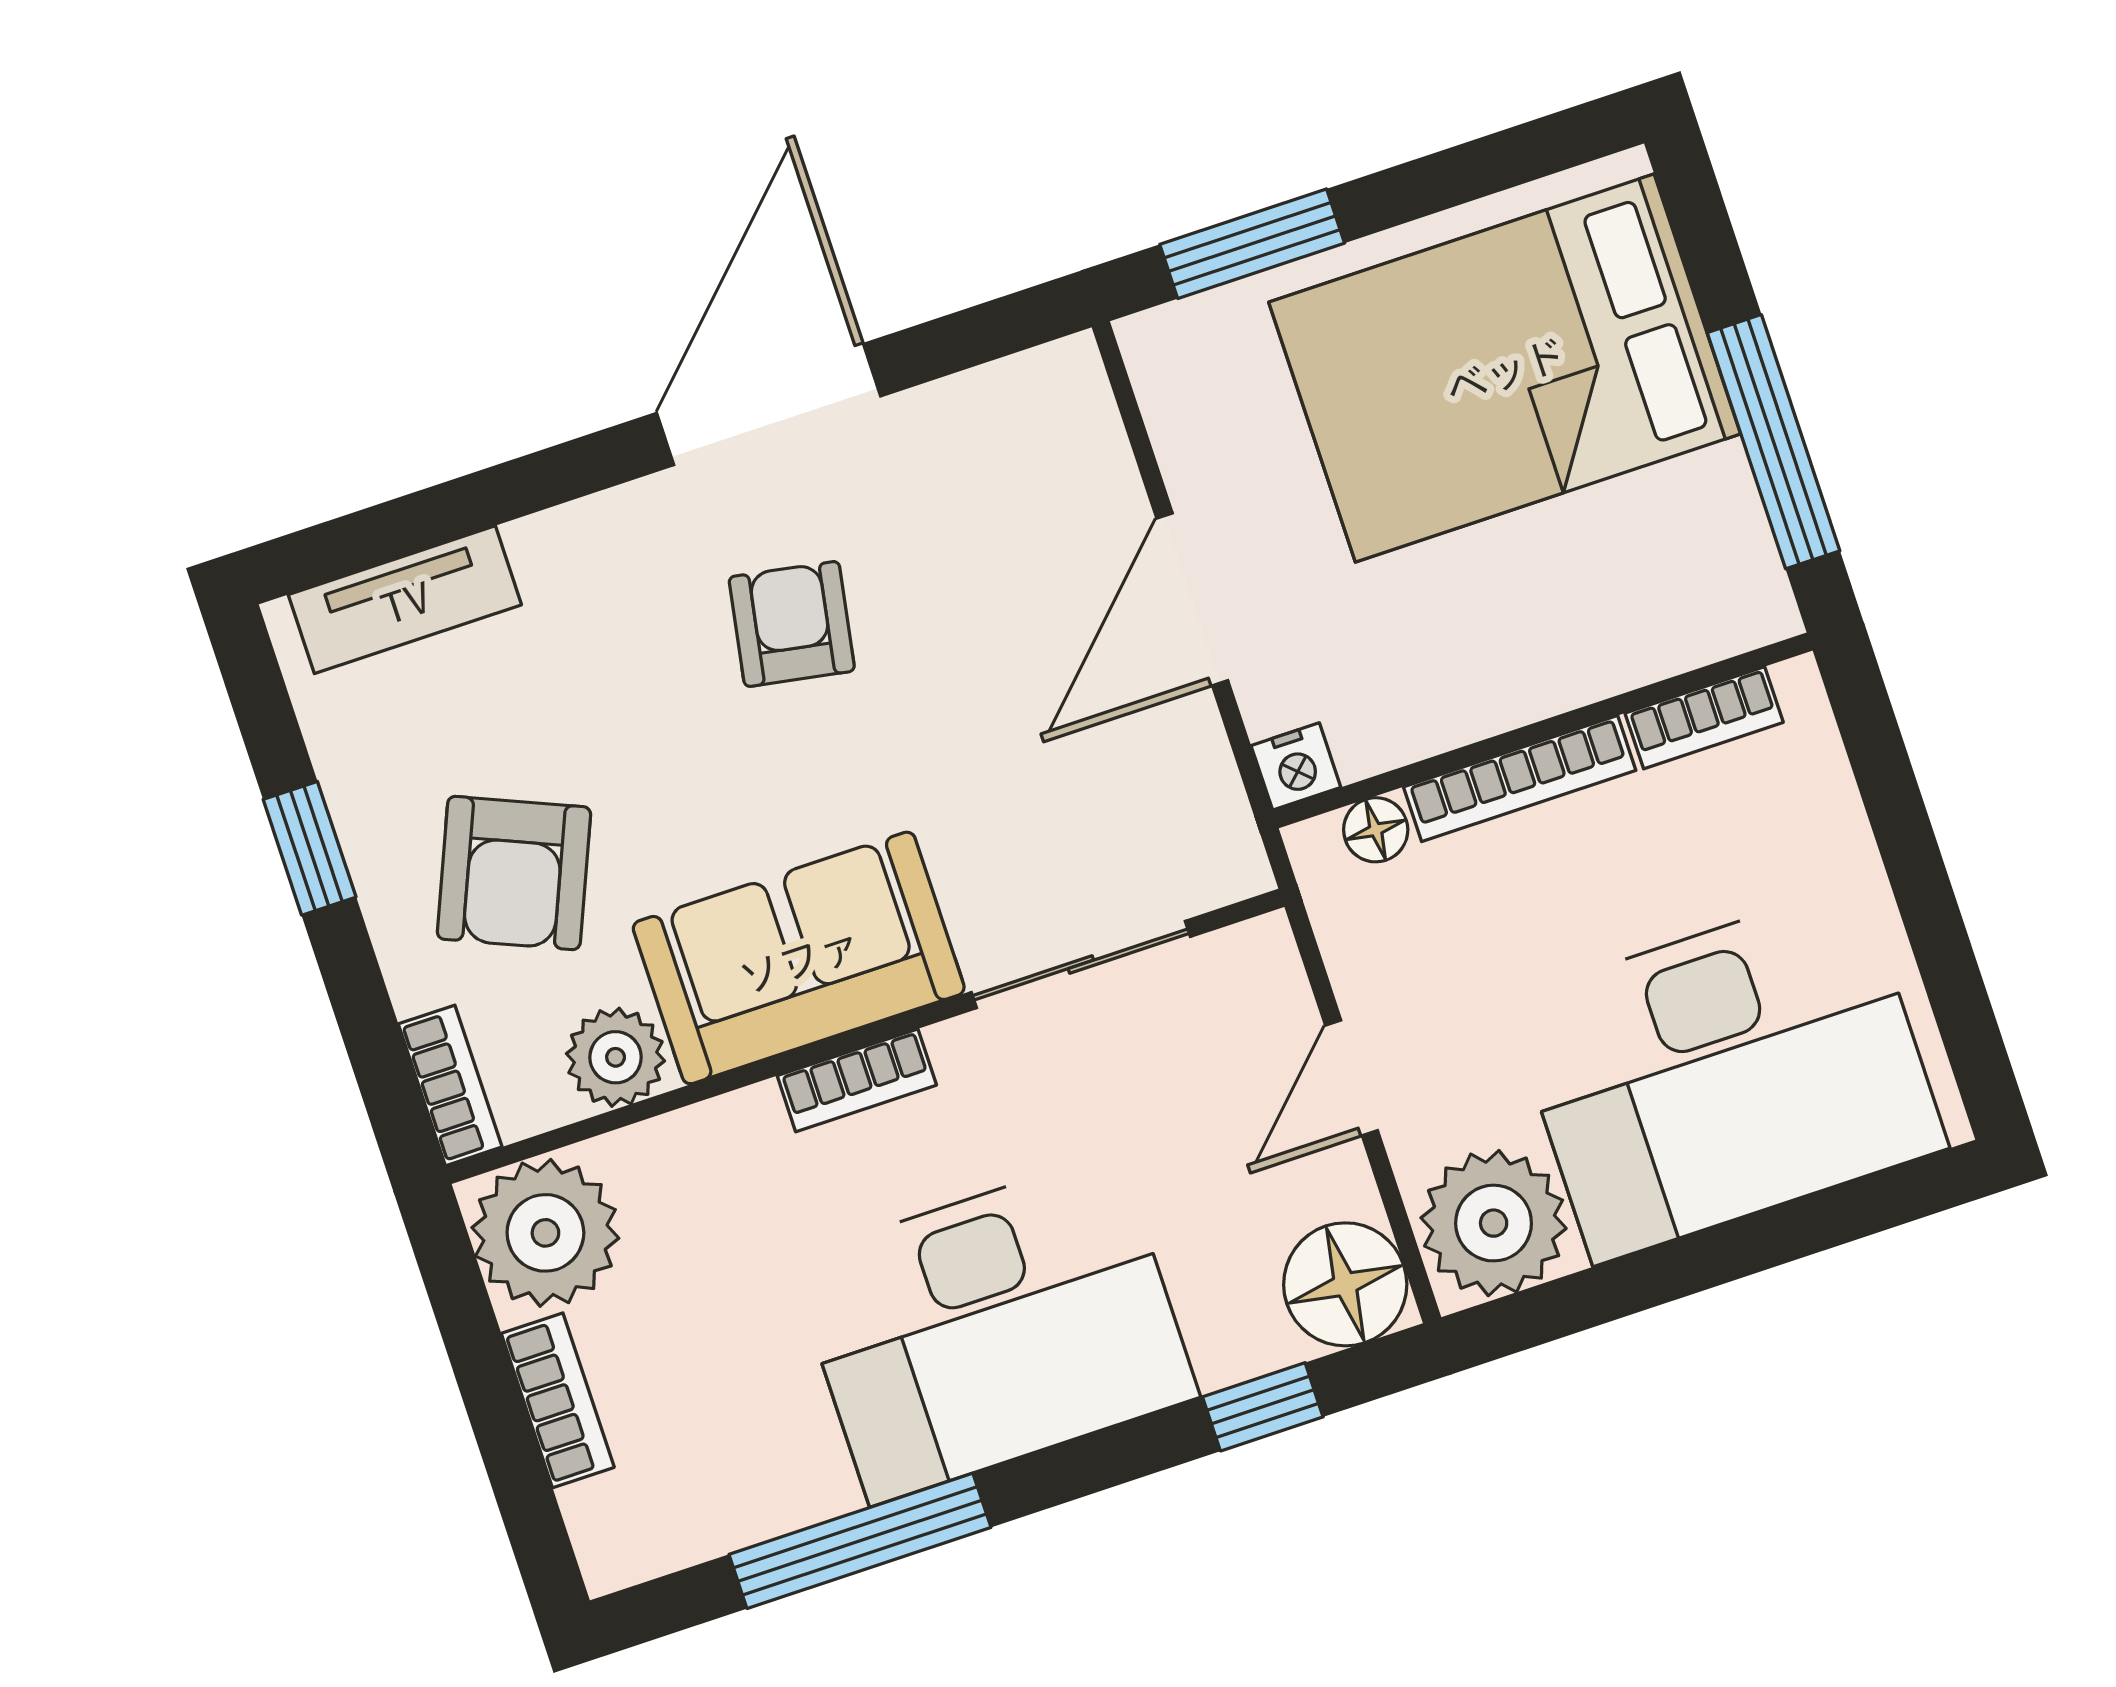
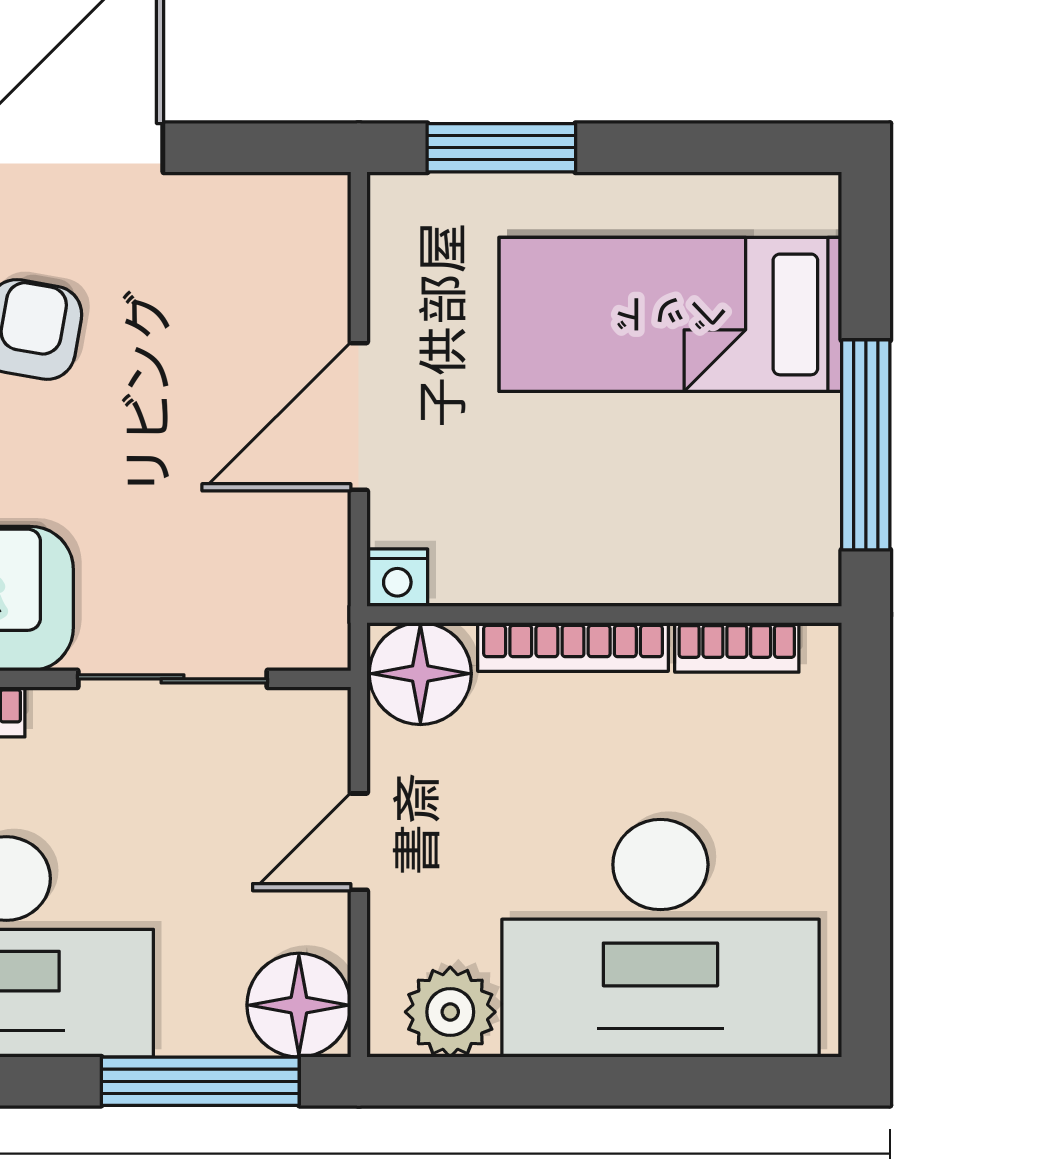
bed: (1505, 368) -> (670, 314), width x0.67
floor lamp: (1376, 830) -> (420, 674), width x1.89, depth x1.89
plant: (1494, 1223) -> (450, 1012), width x0.73, depth x0.73
window: (1263, 1407) -> (200, 1081), width x2.17

